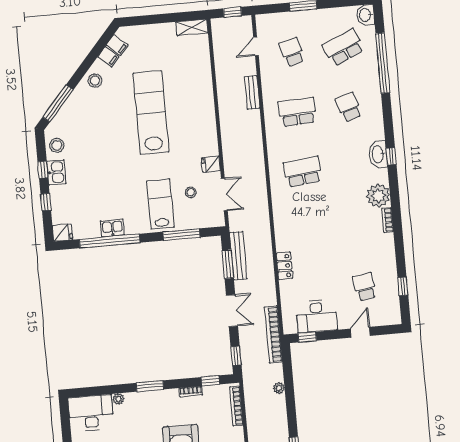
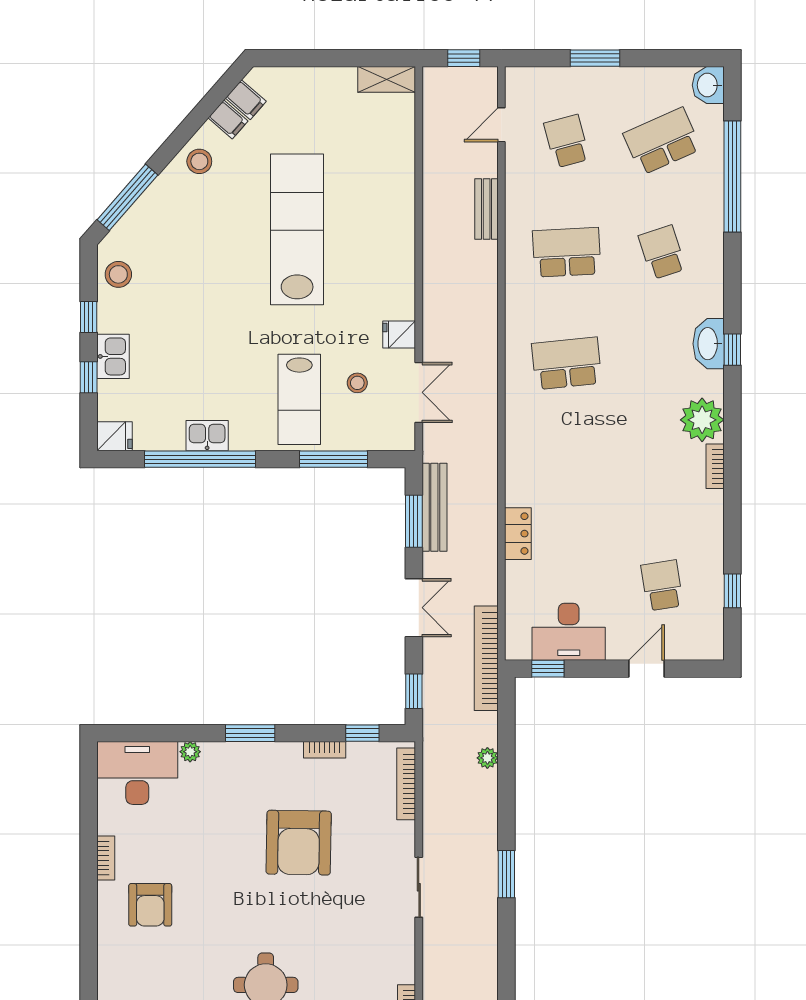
kitchen sink: (56, 172) -> (113, 356), moved
lab bench: (160, 204) -> (299, 399), turned 180

